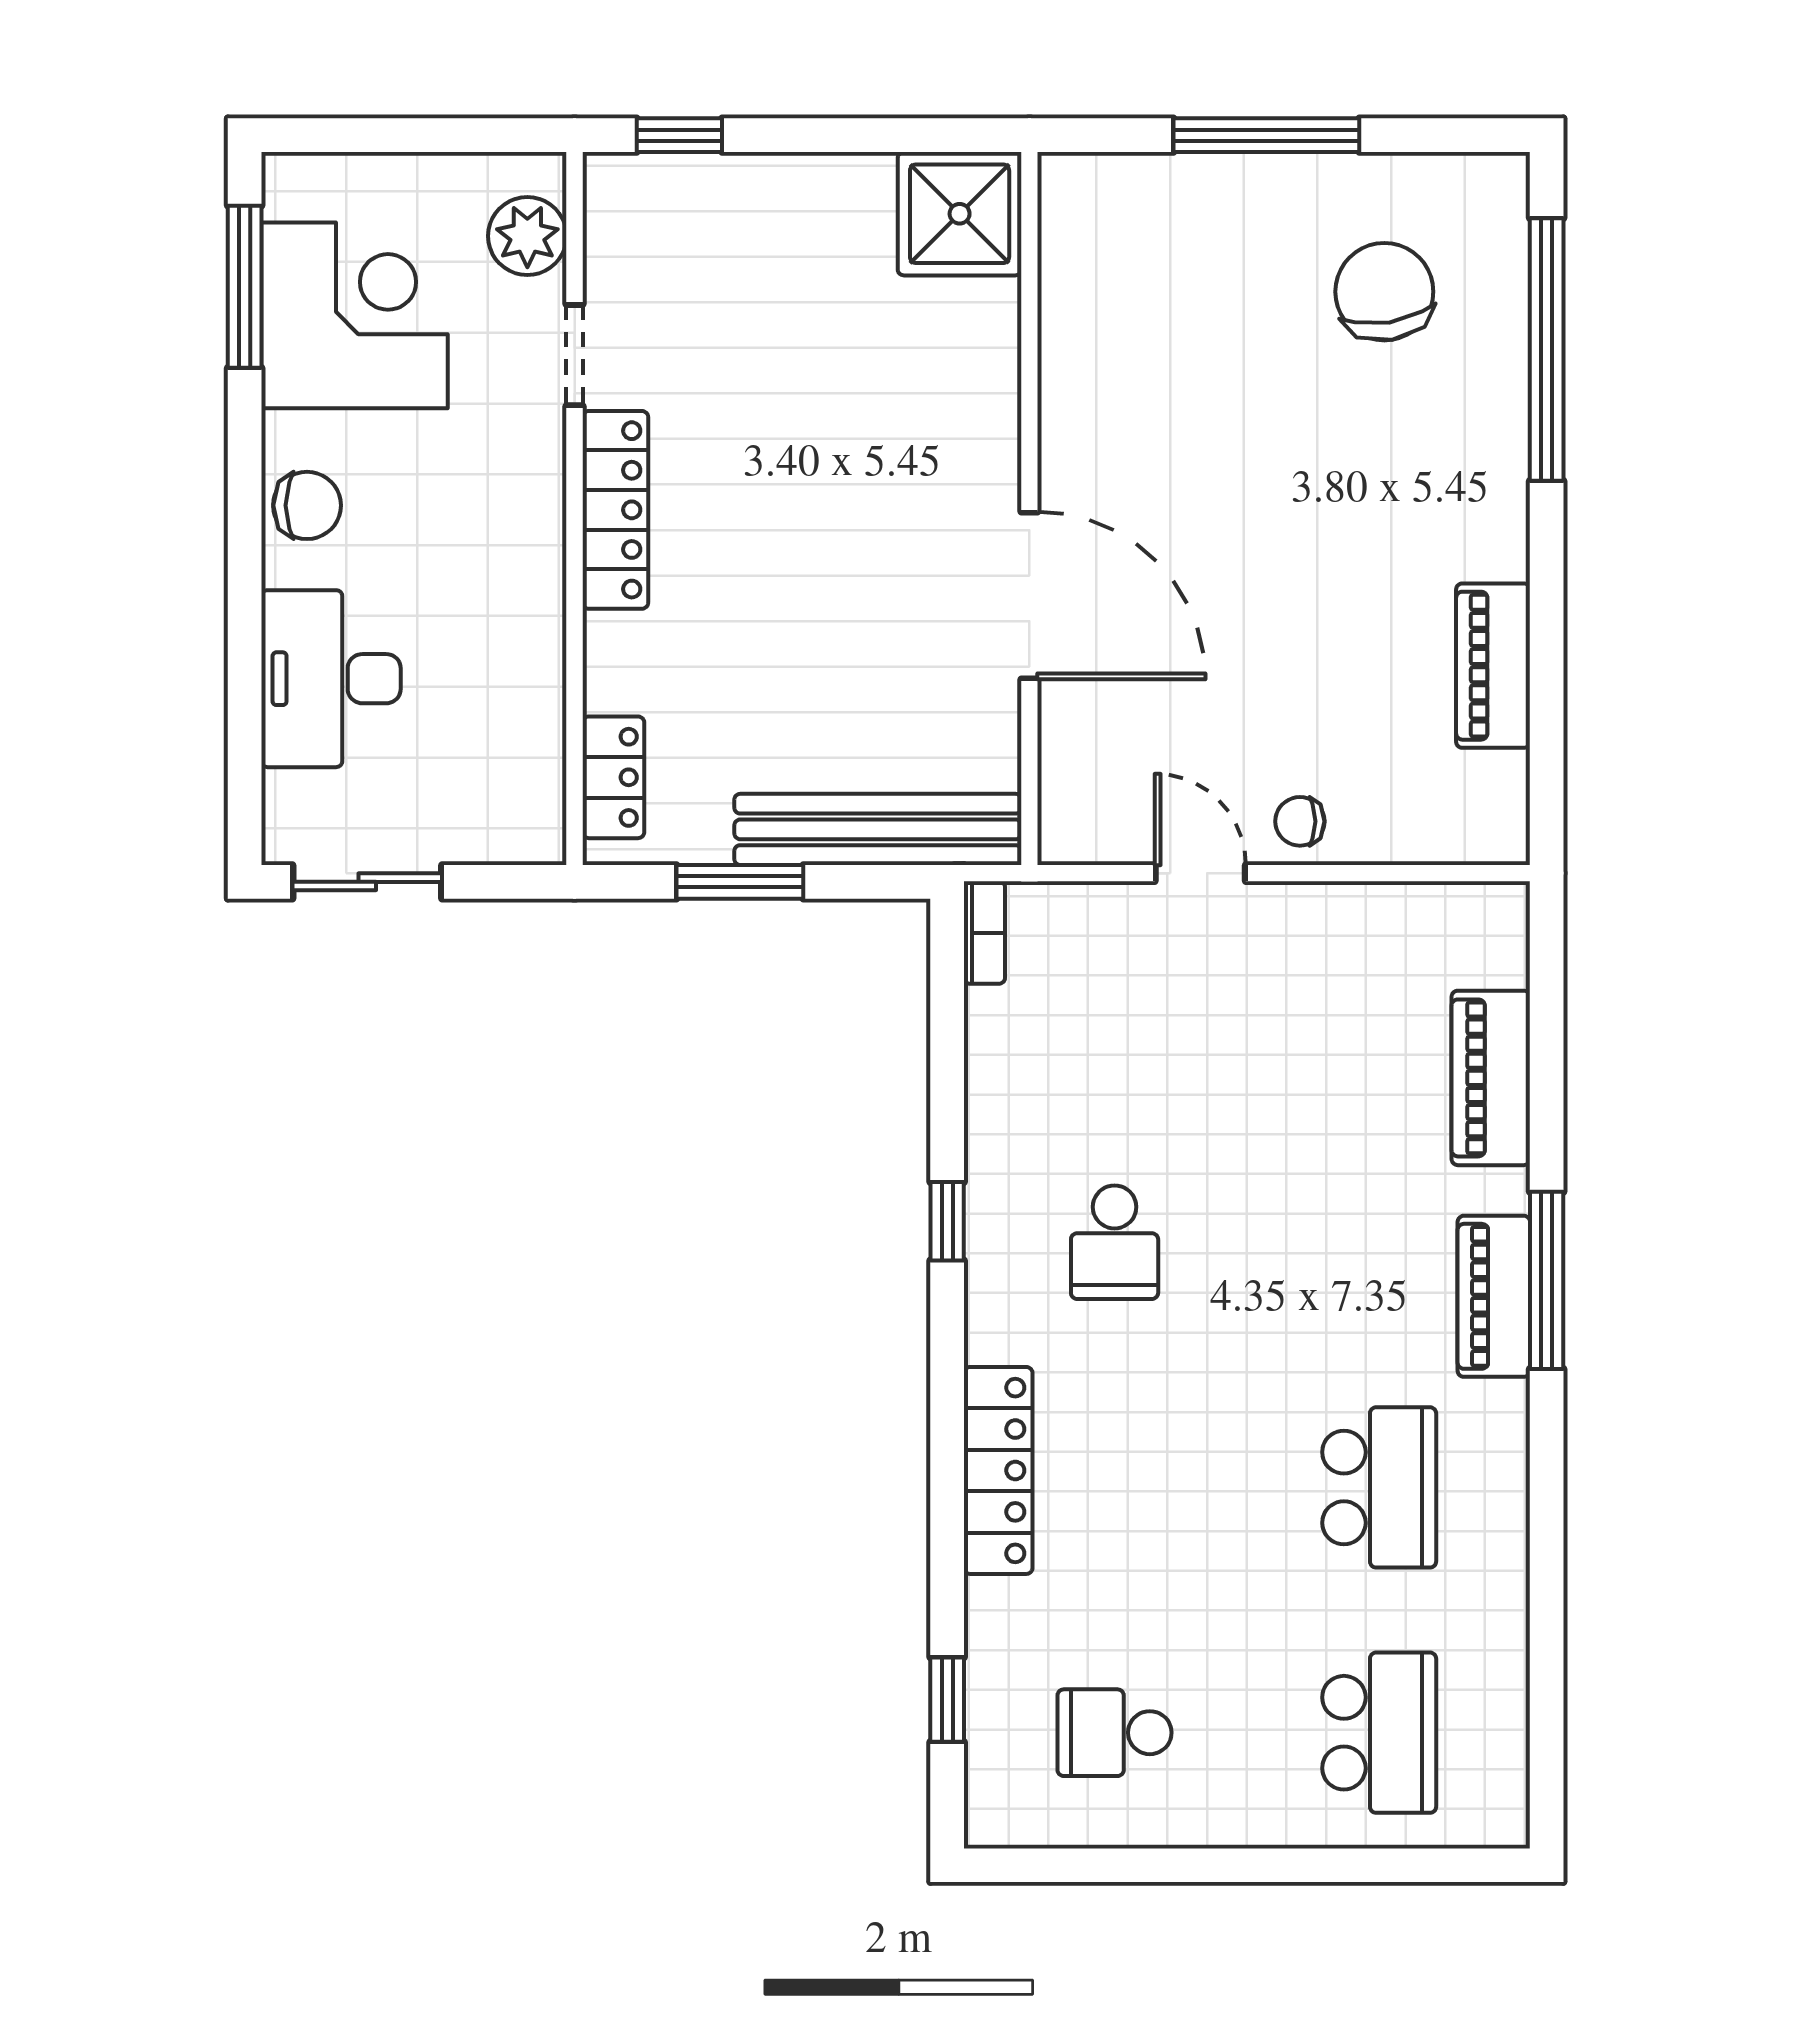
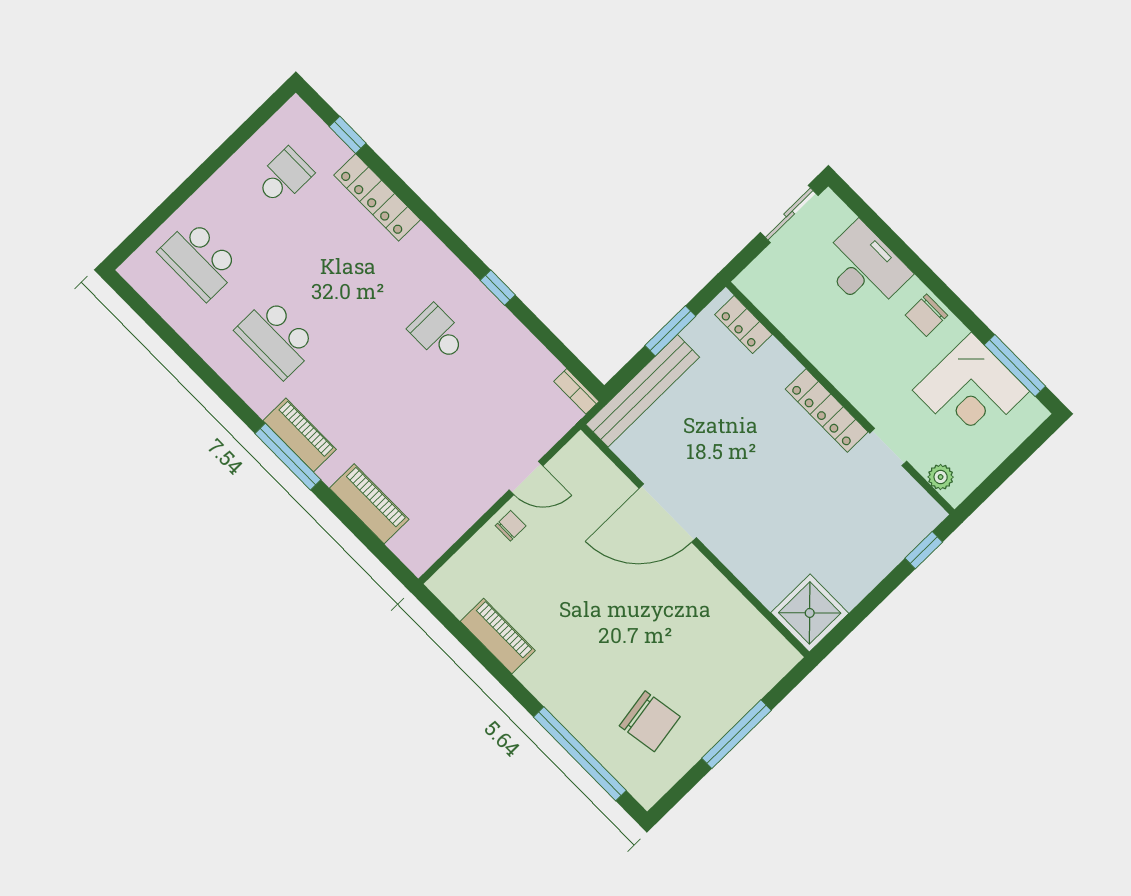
plant: (527, 236) -> (941, 477), width x0.73, depth x0.73
locker: (998, 1470) -> (377, 197), moved

